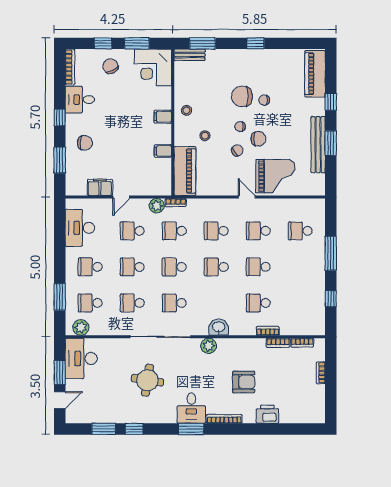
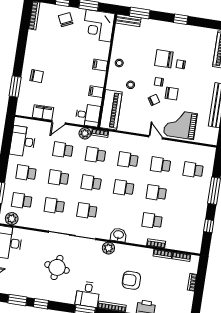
desk: (80, 100) -> (88, 115), moved, turned 180
window: (60, 118) -> (20, 54), removed
grand piano: (275, 176) -> (180, 124), turned 180
armchair: (244, 382) -> (131, 280), turned 180

